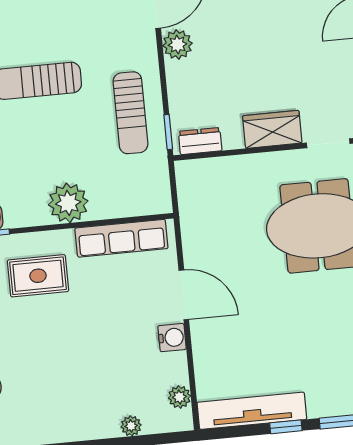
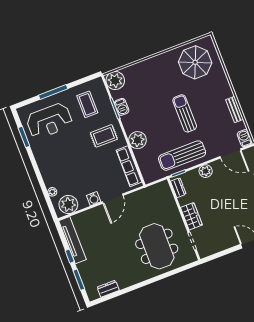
plant: (178, 44) -> (206, 171), moved
sun lounger: (130, 113) -> (182, 156), width x1.36, depth x1.34
rug: (38, 276) -> (104, 136), turned 90
plant: (179, 397) -> (68, 205), width x1.88, depth x1.88

